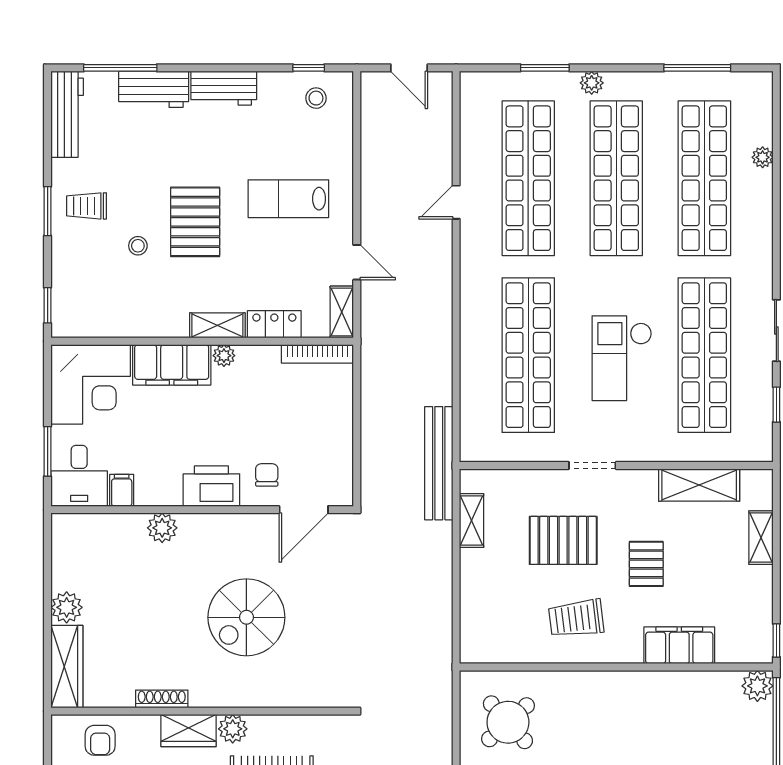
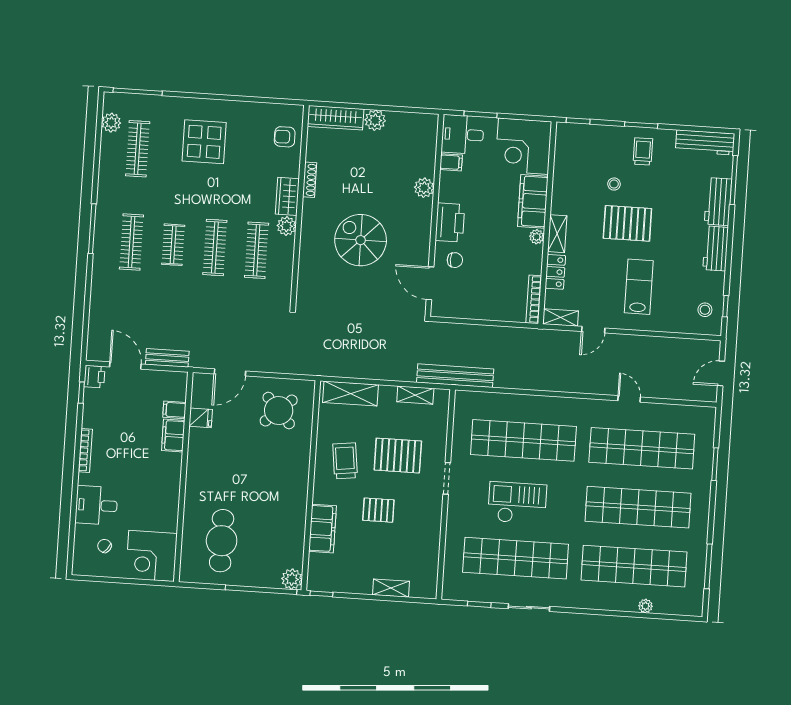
plant: (592, 83) -> (703, 495), removed
shelving: (699, 485) -> (351, 394), moved, turned 90
pallet: (563, 540) -> (398, 456), turned 90

